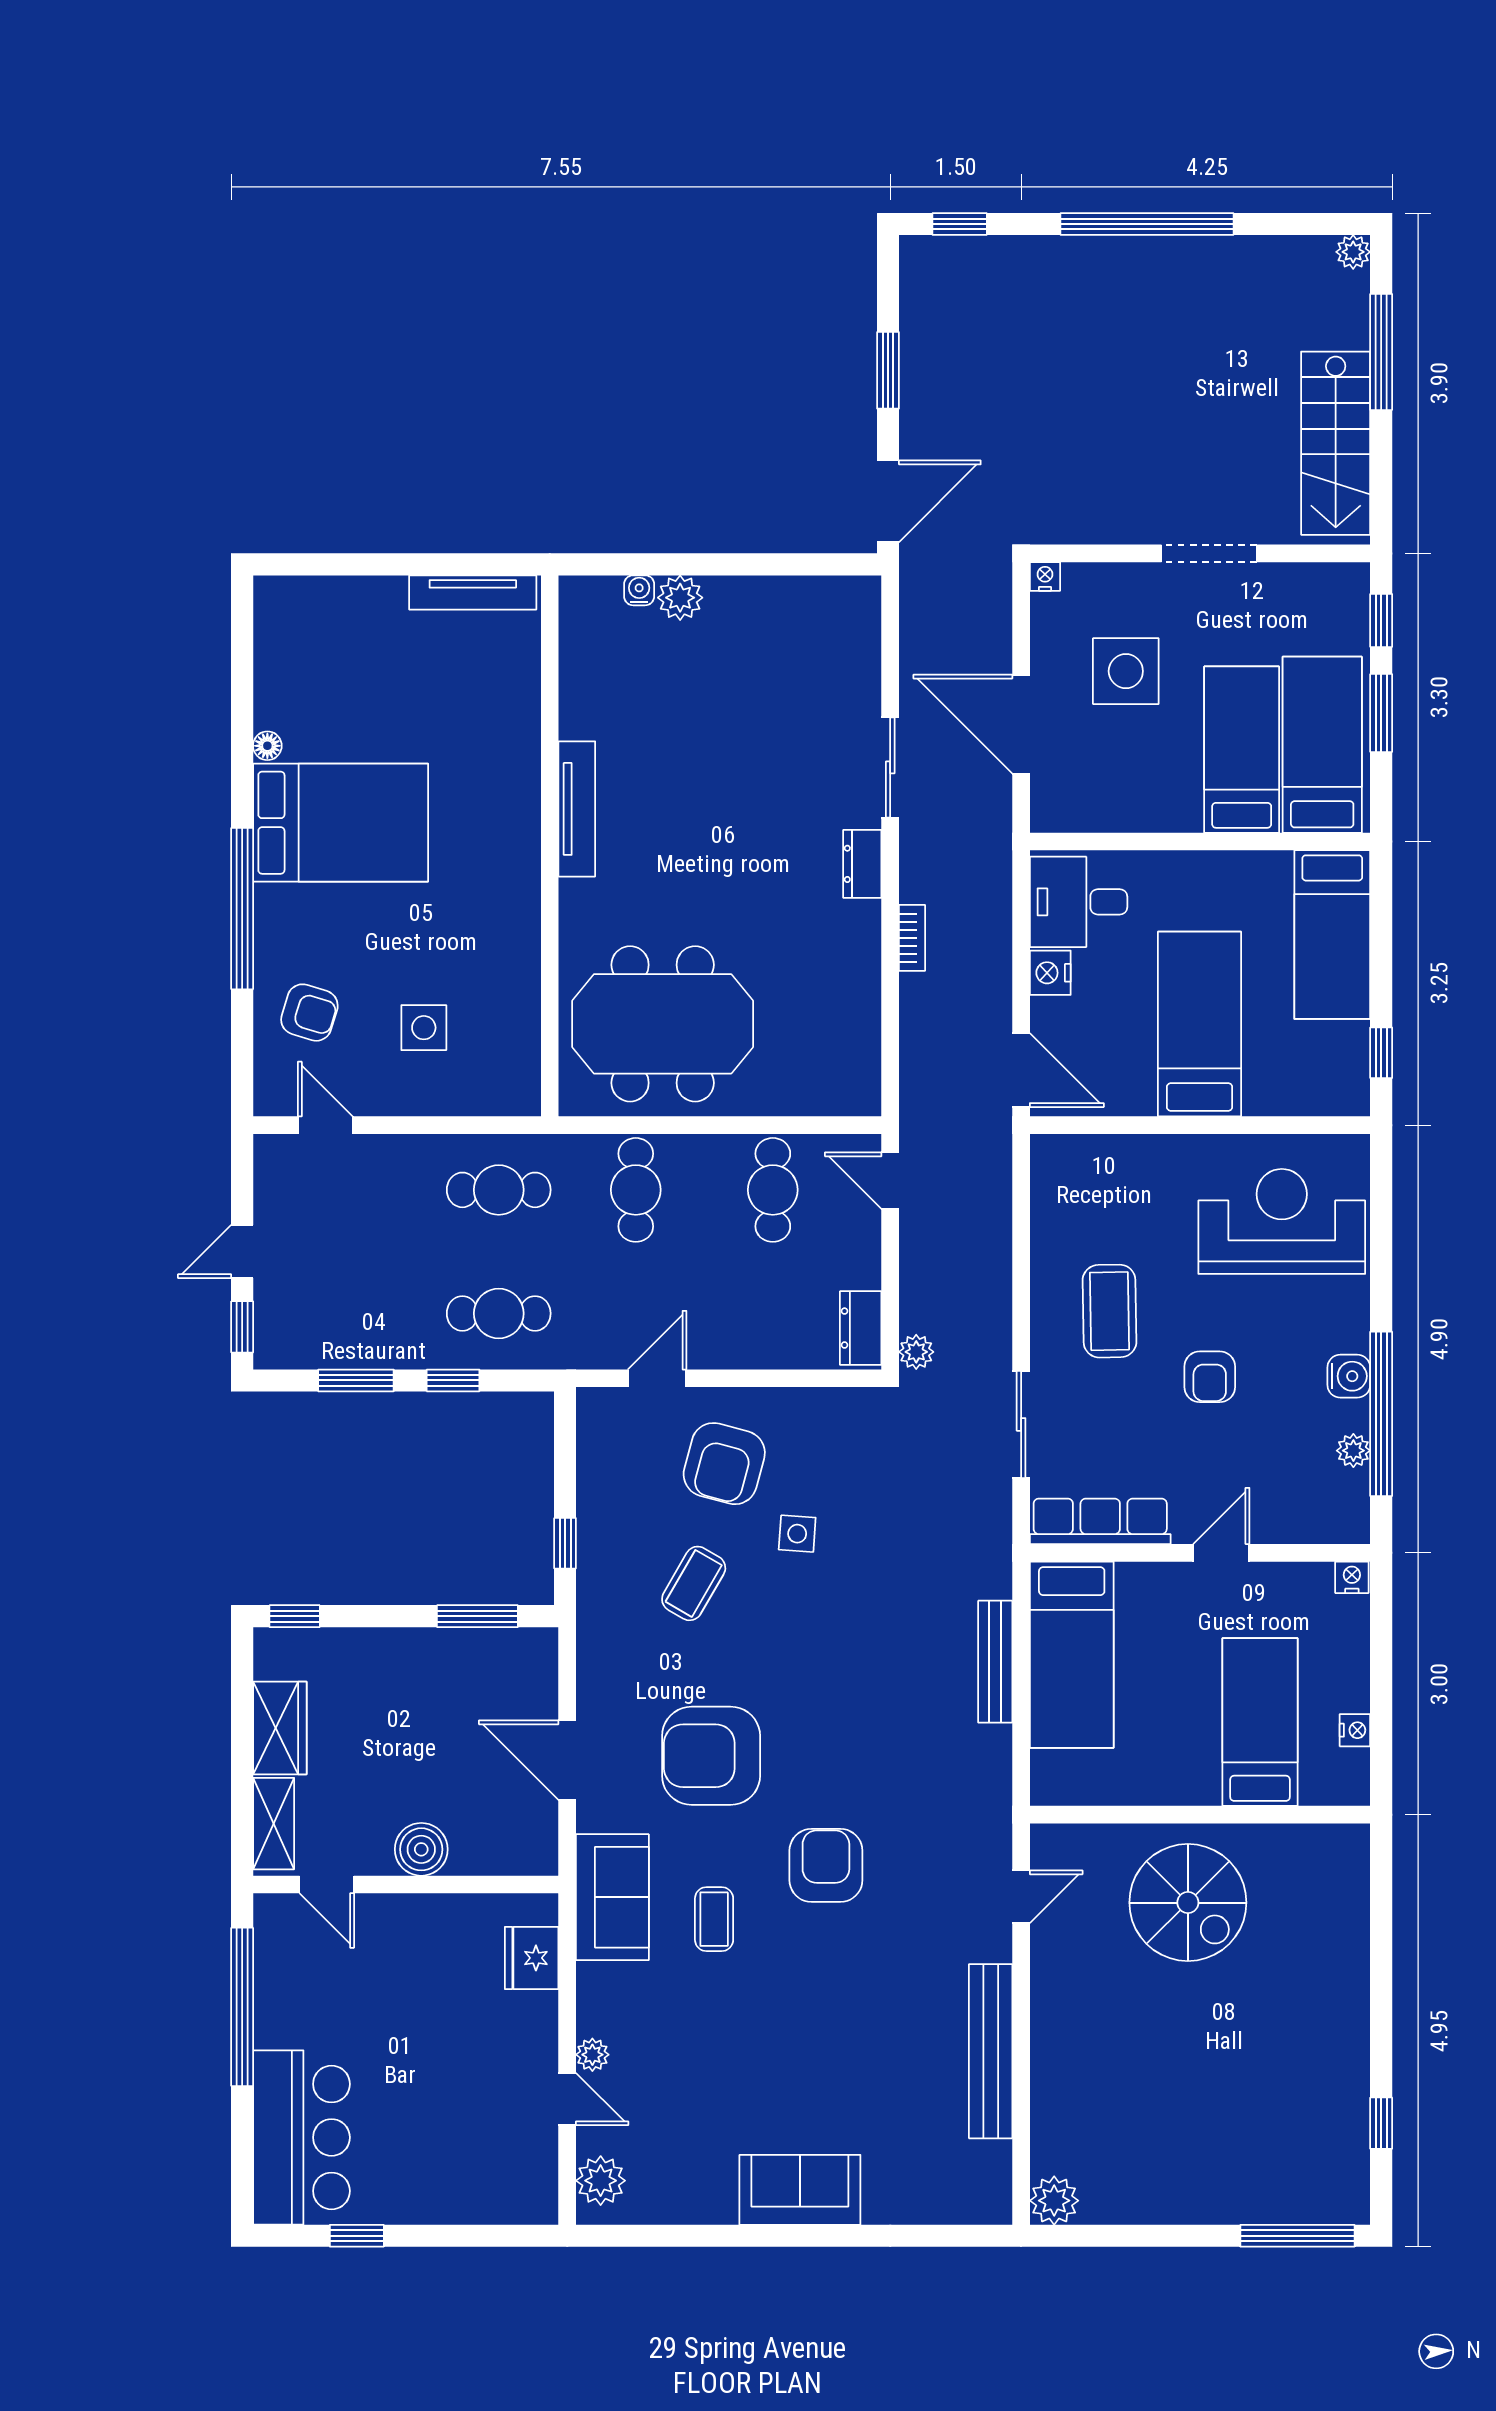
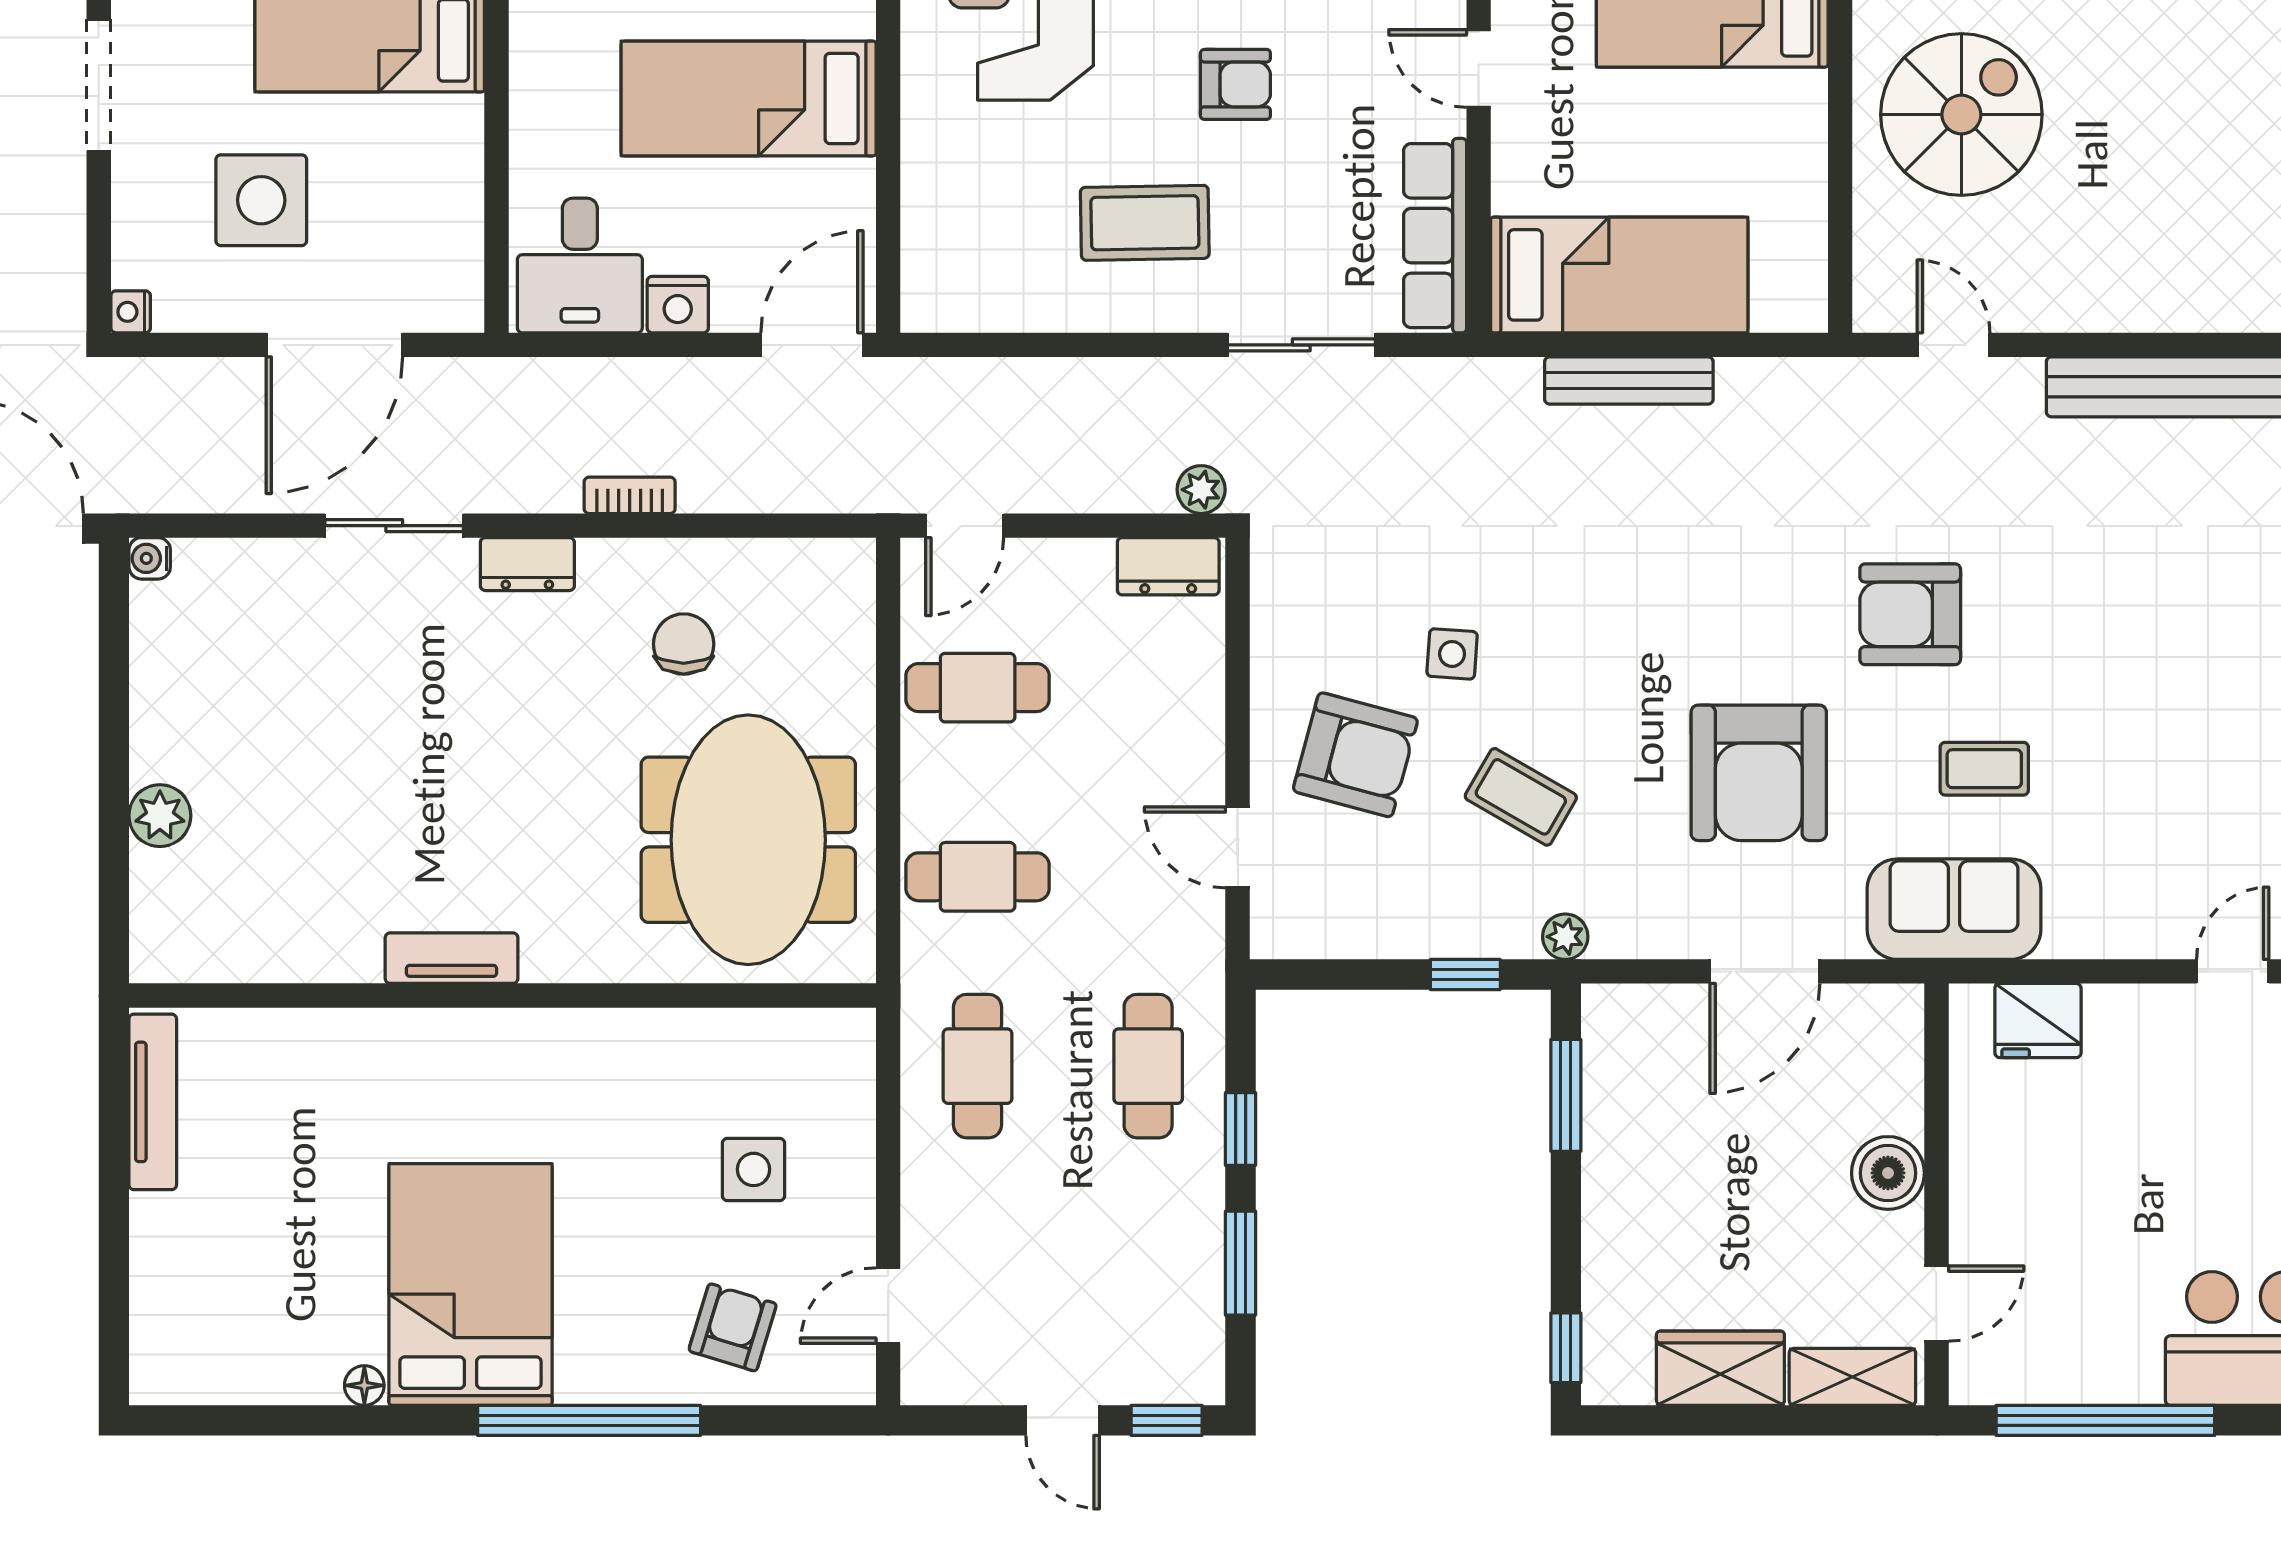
water cooler: (639, 590) -> (150, 558), moved
tv unit: (577, 809) -> (452, 958), width x0.71
chair: (804, 977) -> (684, 644), added
plant: (592, 2055) -> (1565, 937), moved

